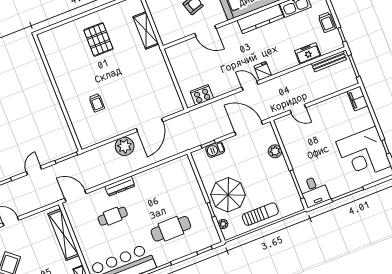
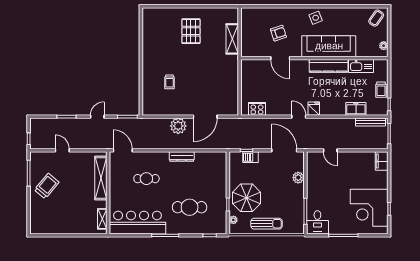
dresser: (120, 186) -> (182, 157), moved

